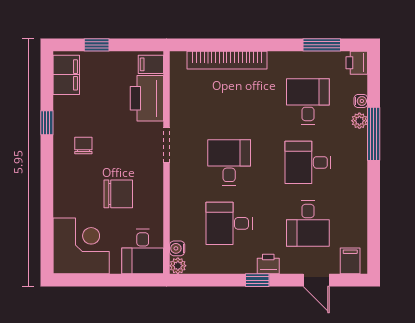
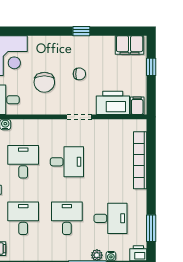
window: (47, 123) -> (81, 31), moved
chair: (83, 146) -> (79, 74), moved
desk: (308, 223) -> (23, 218), turned 90

